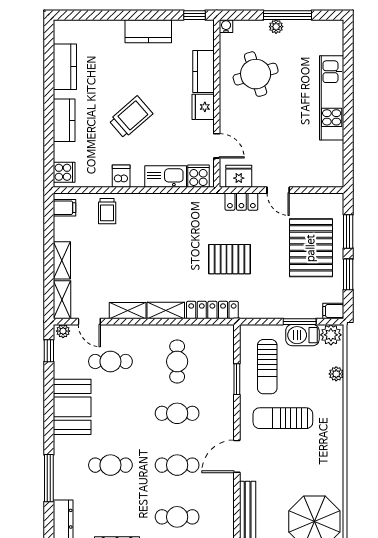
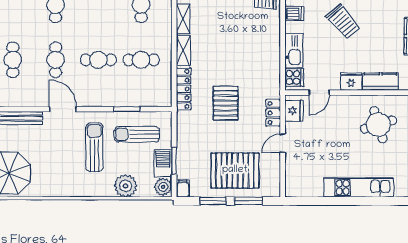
plant: (336, 374) -> (126, 186), width x1.88, depth x1.88
cafe table: (177, 413) -> (98, 60), turned 90

